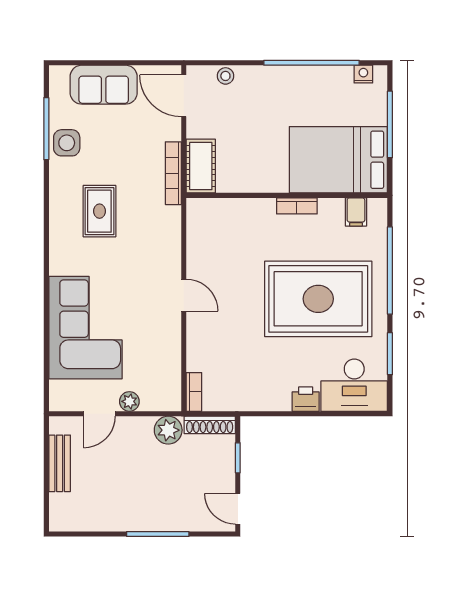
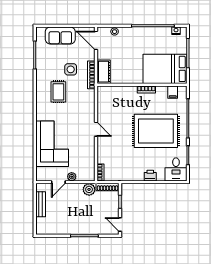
side table: (67, 143) -> (71, 69), moved
desk: (354, 385) -> (176, 169), width x0.73

